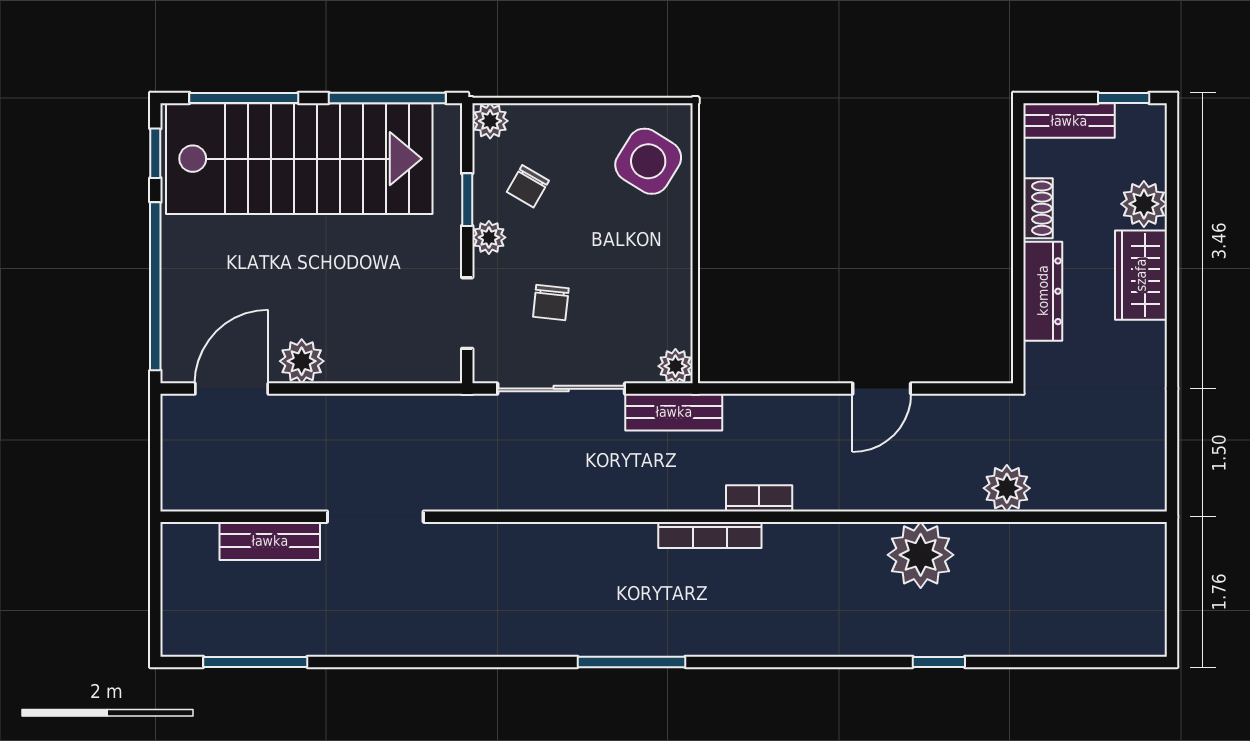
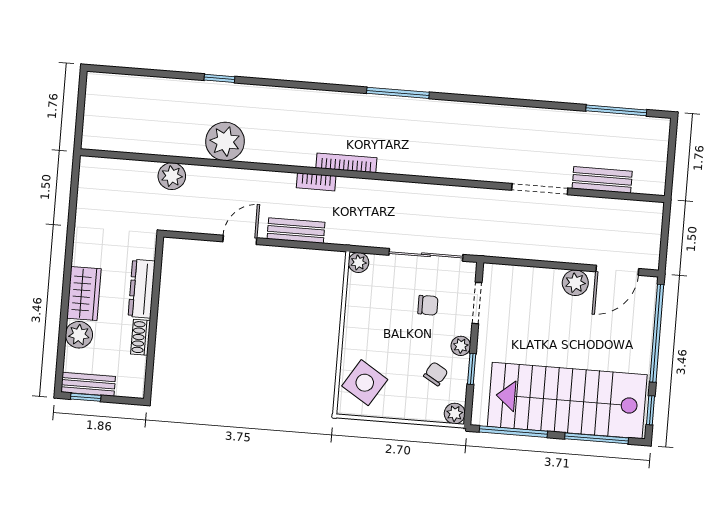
bench: (1069, 121) -> (88, 384), moved
chair: (551, 302) -> (428, 305), turned 84
bench: (674, 412) -> (296, 231), moved

